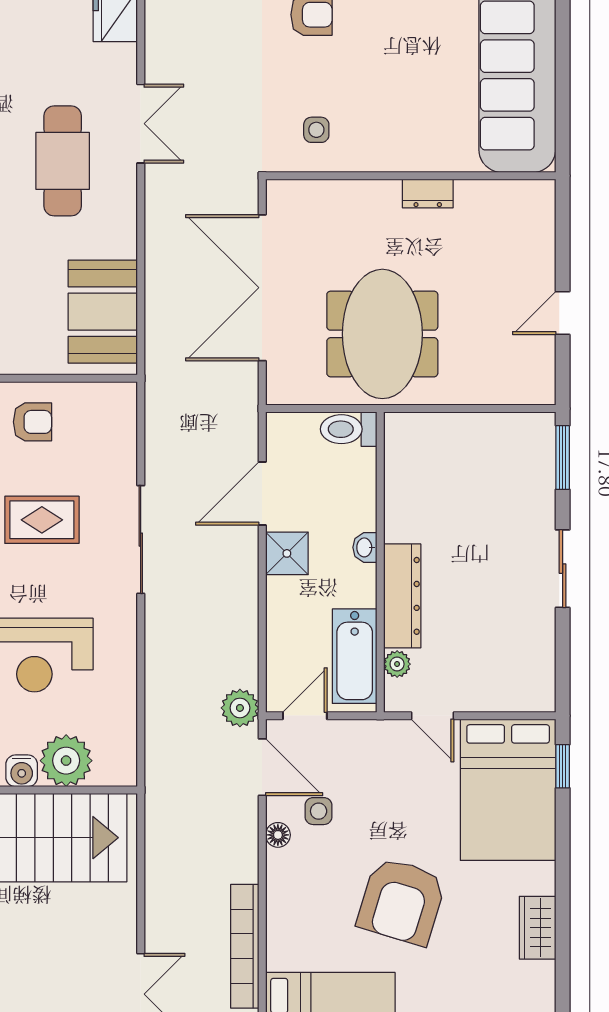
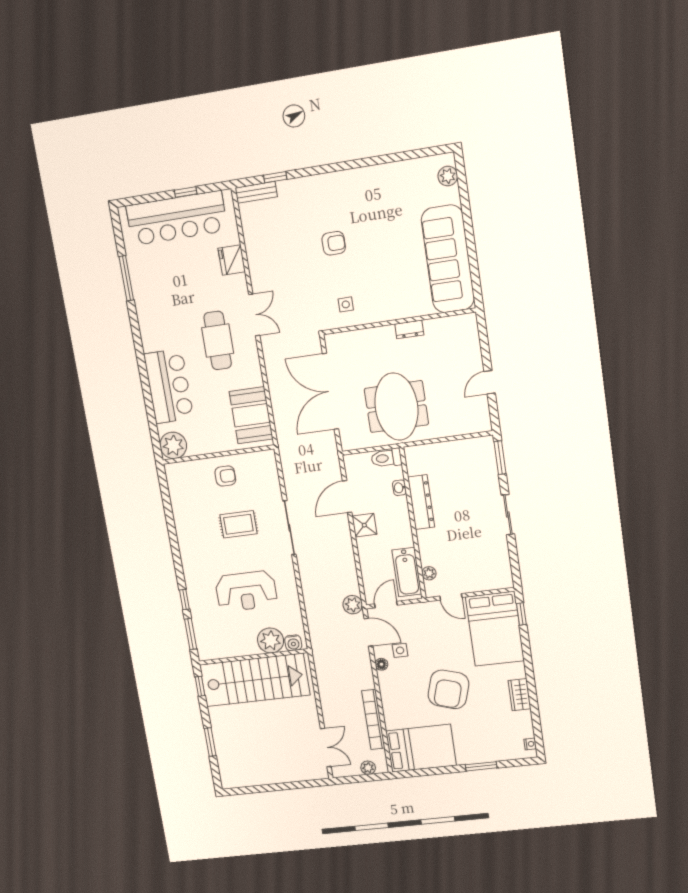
washbasin: (365, 547) -> (399, 488), moved
dresser: (402, 596) -> (421, 502), moved
water cooler: (22, 771) -> (293, 643), moved

